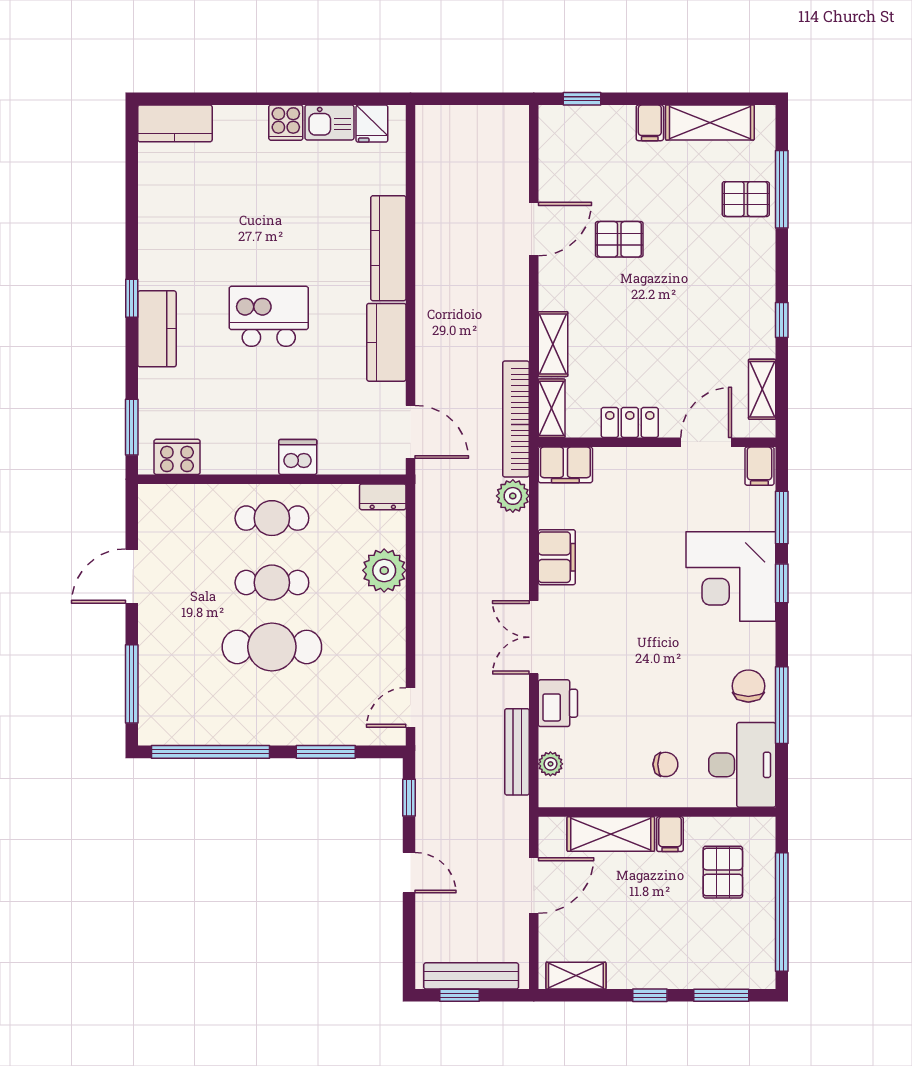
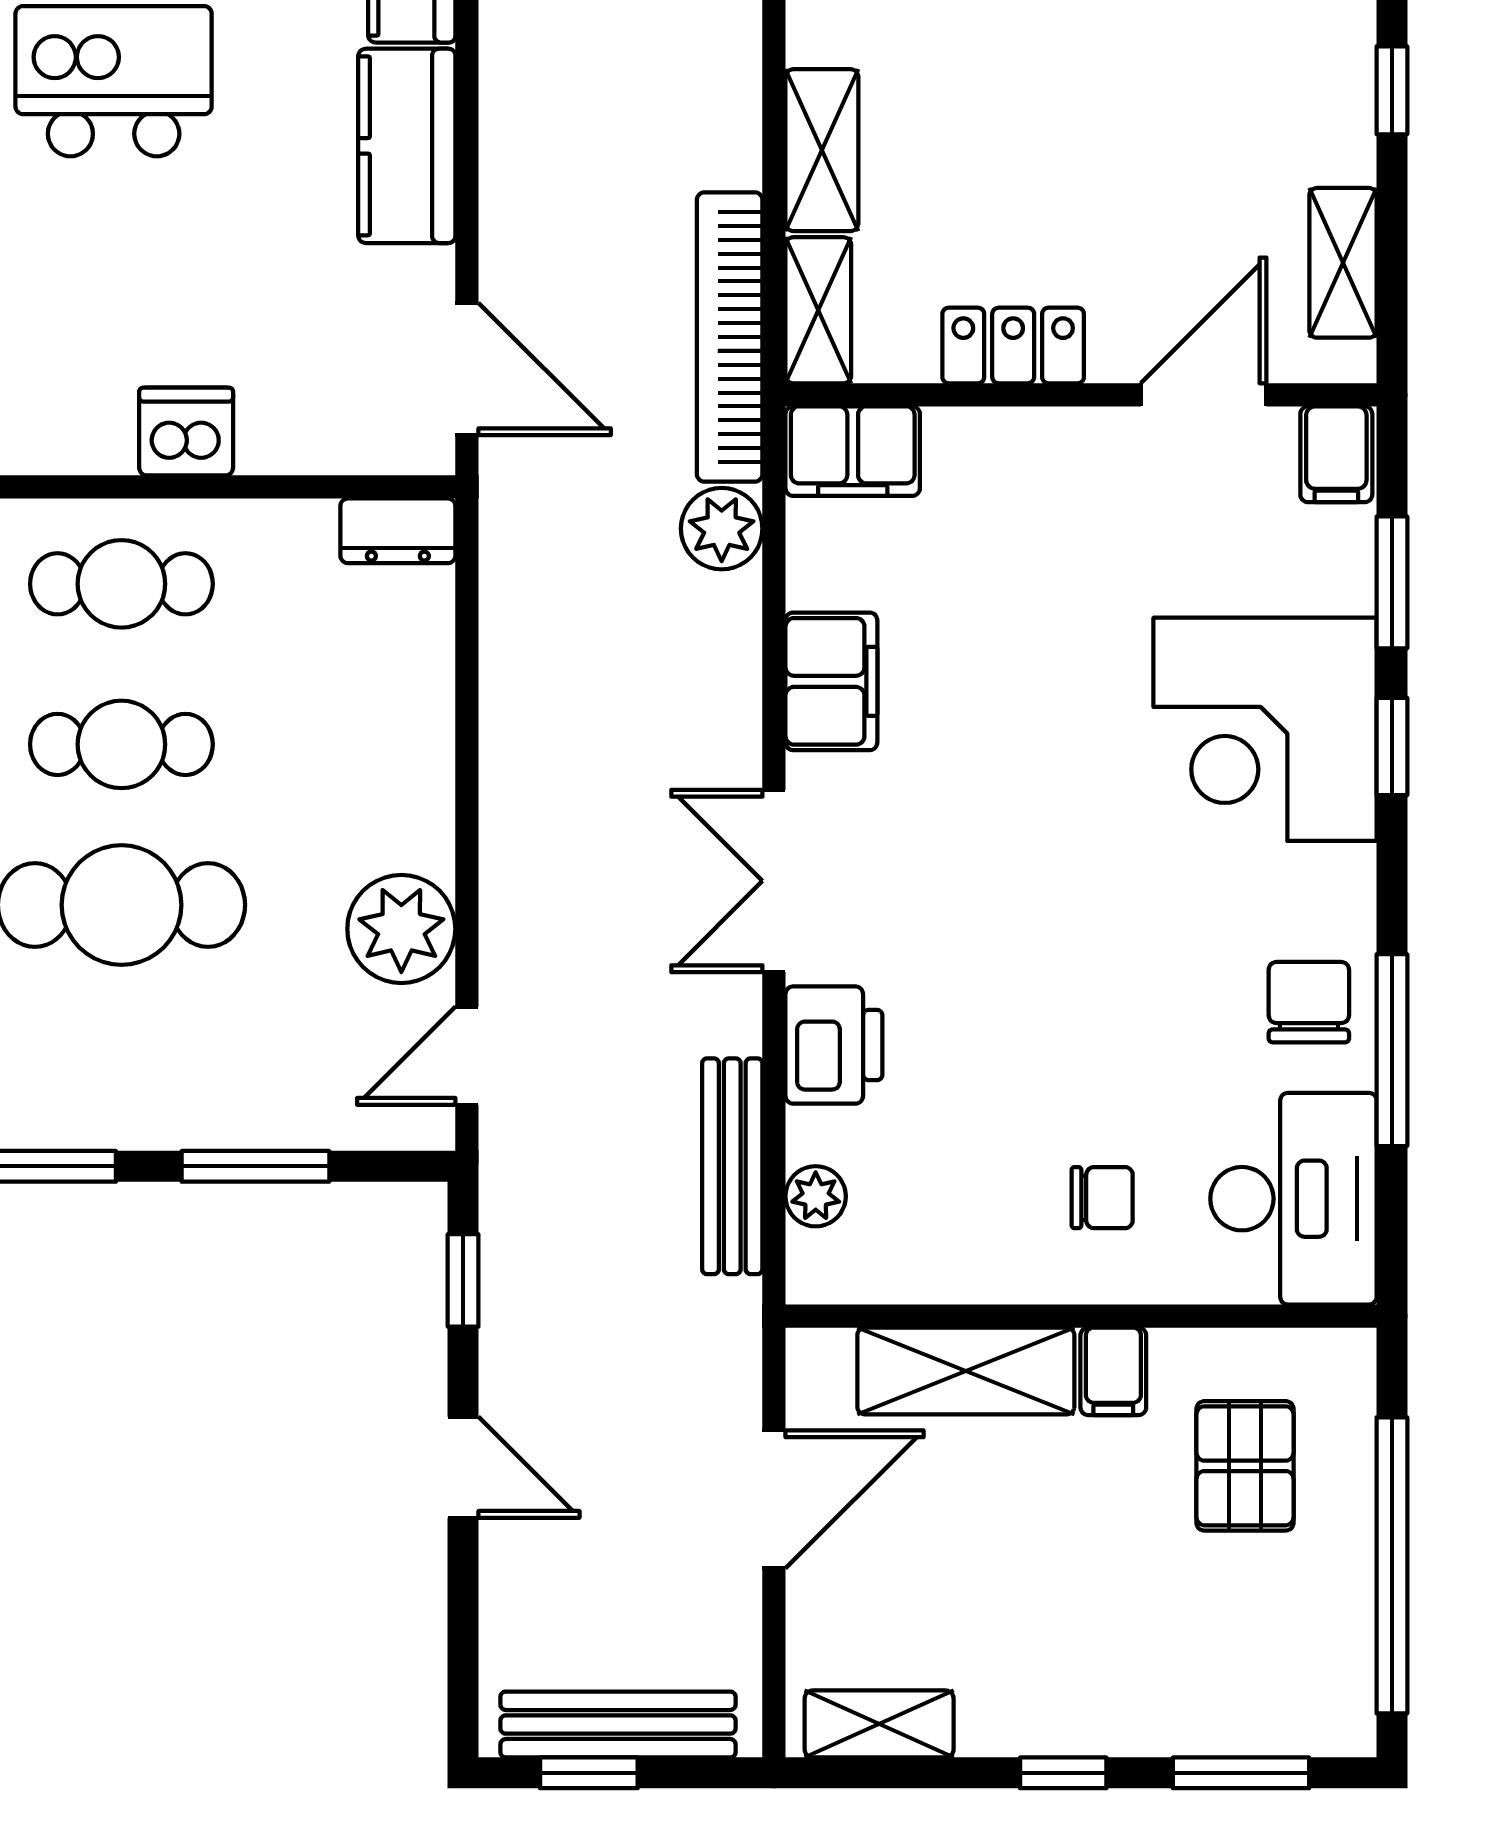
plant: (384, 570) -> (401, 929), moved

